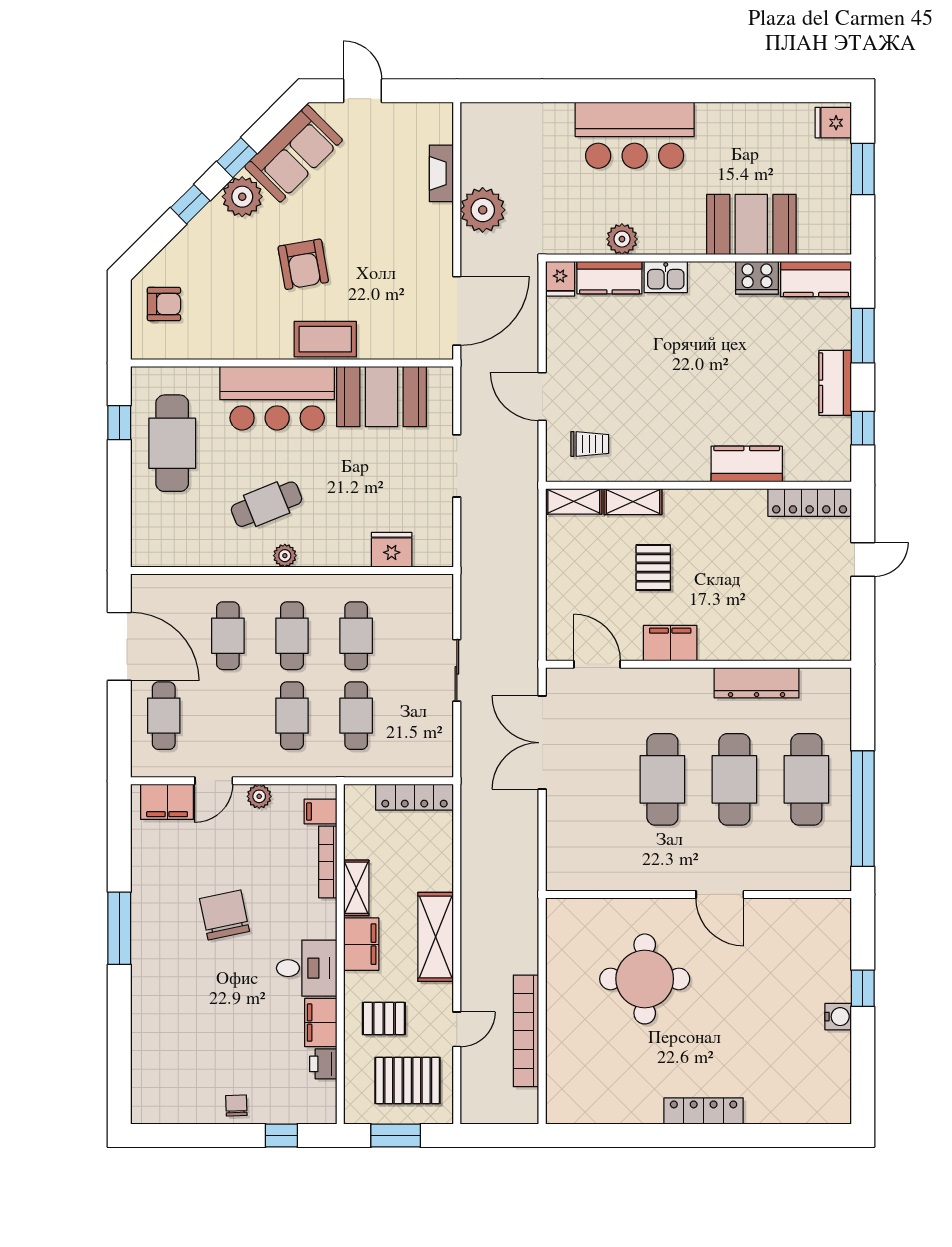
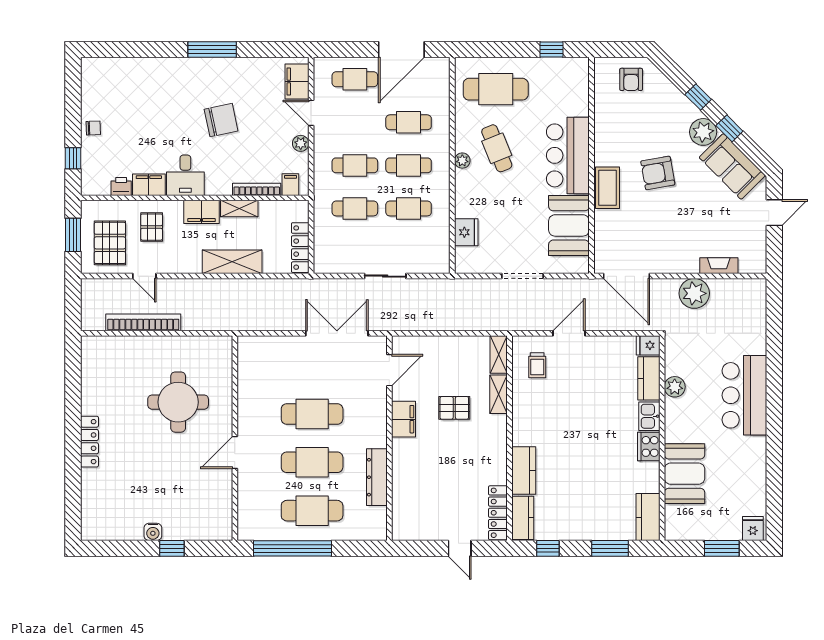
cooker: (757, 278) -> (649, 446), moved
kitchen counter: (835, 383) -> (523, 518), moved, turned 90
cafe table: (172, 443) -> (496, 89), moved
shelving: (436, 937) -> (232, 262), moved

